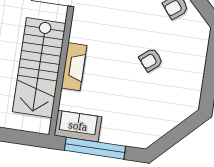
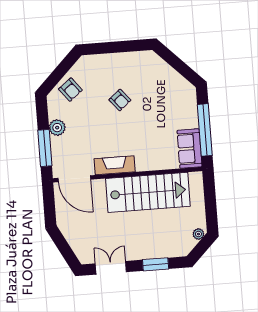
fireplace: (74, 67) -> (115, 165), moved

